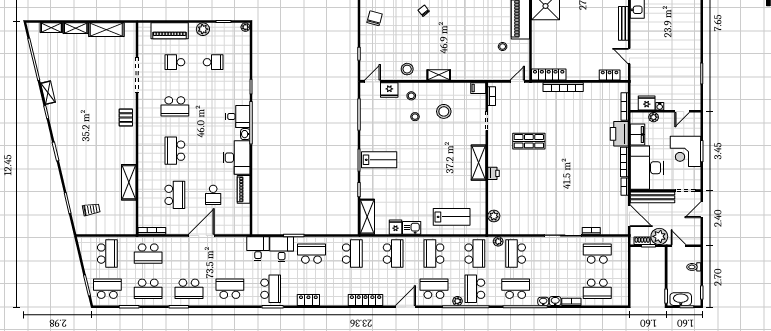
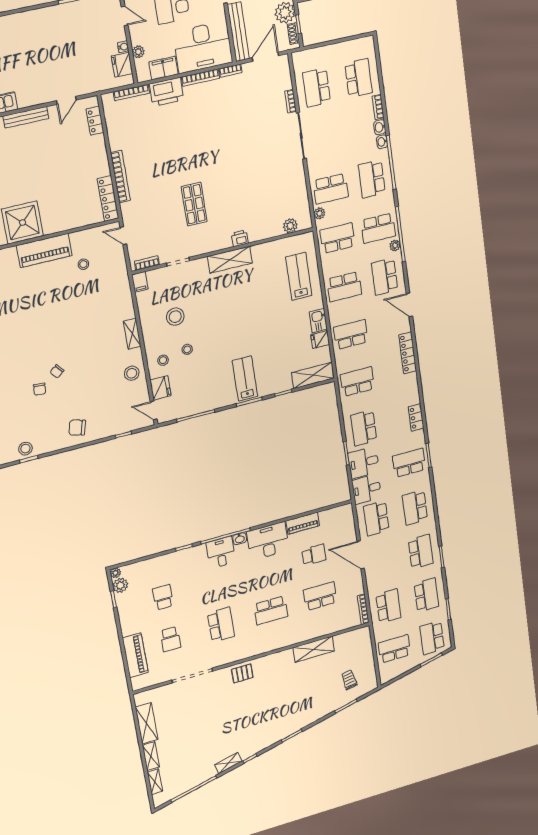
plant: (203, 29) -> (120, 585), moved
school desk: (230, 254) -> (376, 518), added

